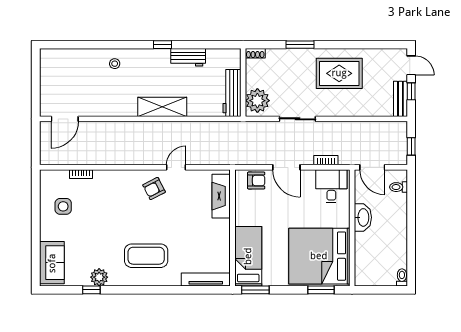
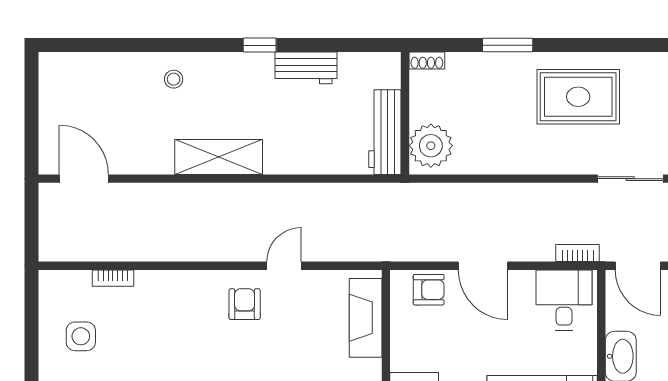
shelving: (162, 107) -> (219, 157), moved
door: (65, 119) -> (84, 179), swing flipped
sliding door: (297, 119) -> (630, 179), moved
bookcase: (326, 160) -> (578, 253), moved
armchair: (154, 189) -> (245, 304), turned 117

